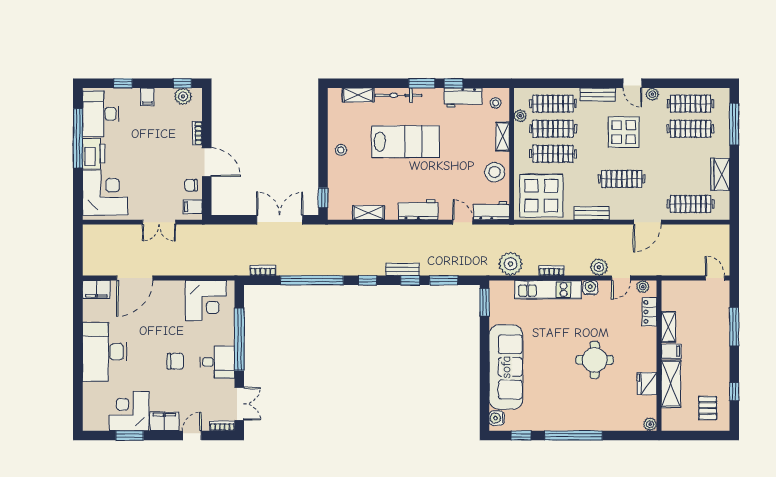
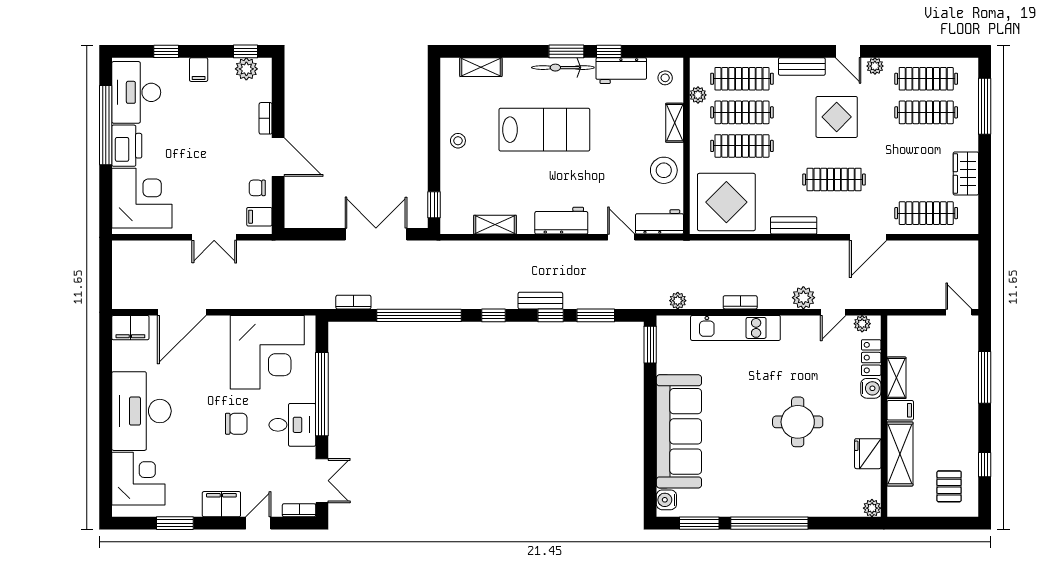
bicycle: (399, 95) -> (563, 68), moved
plant: (511, 264) -> (678, 301), width x0.53, depth x0.53
water cooler: (590, 288) -> (871, 388), moved, turned 90
corner desk: (206, 301) -> (267, 352), width x1.36, depth x1.36
corner desk: (129, 411) -> (138, 479), moved, turned 90
window: (521, 435) -> (699, 523), width x1.50

